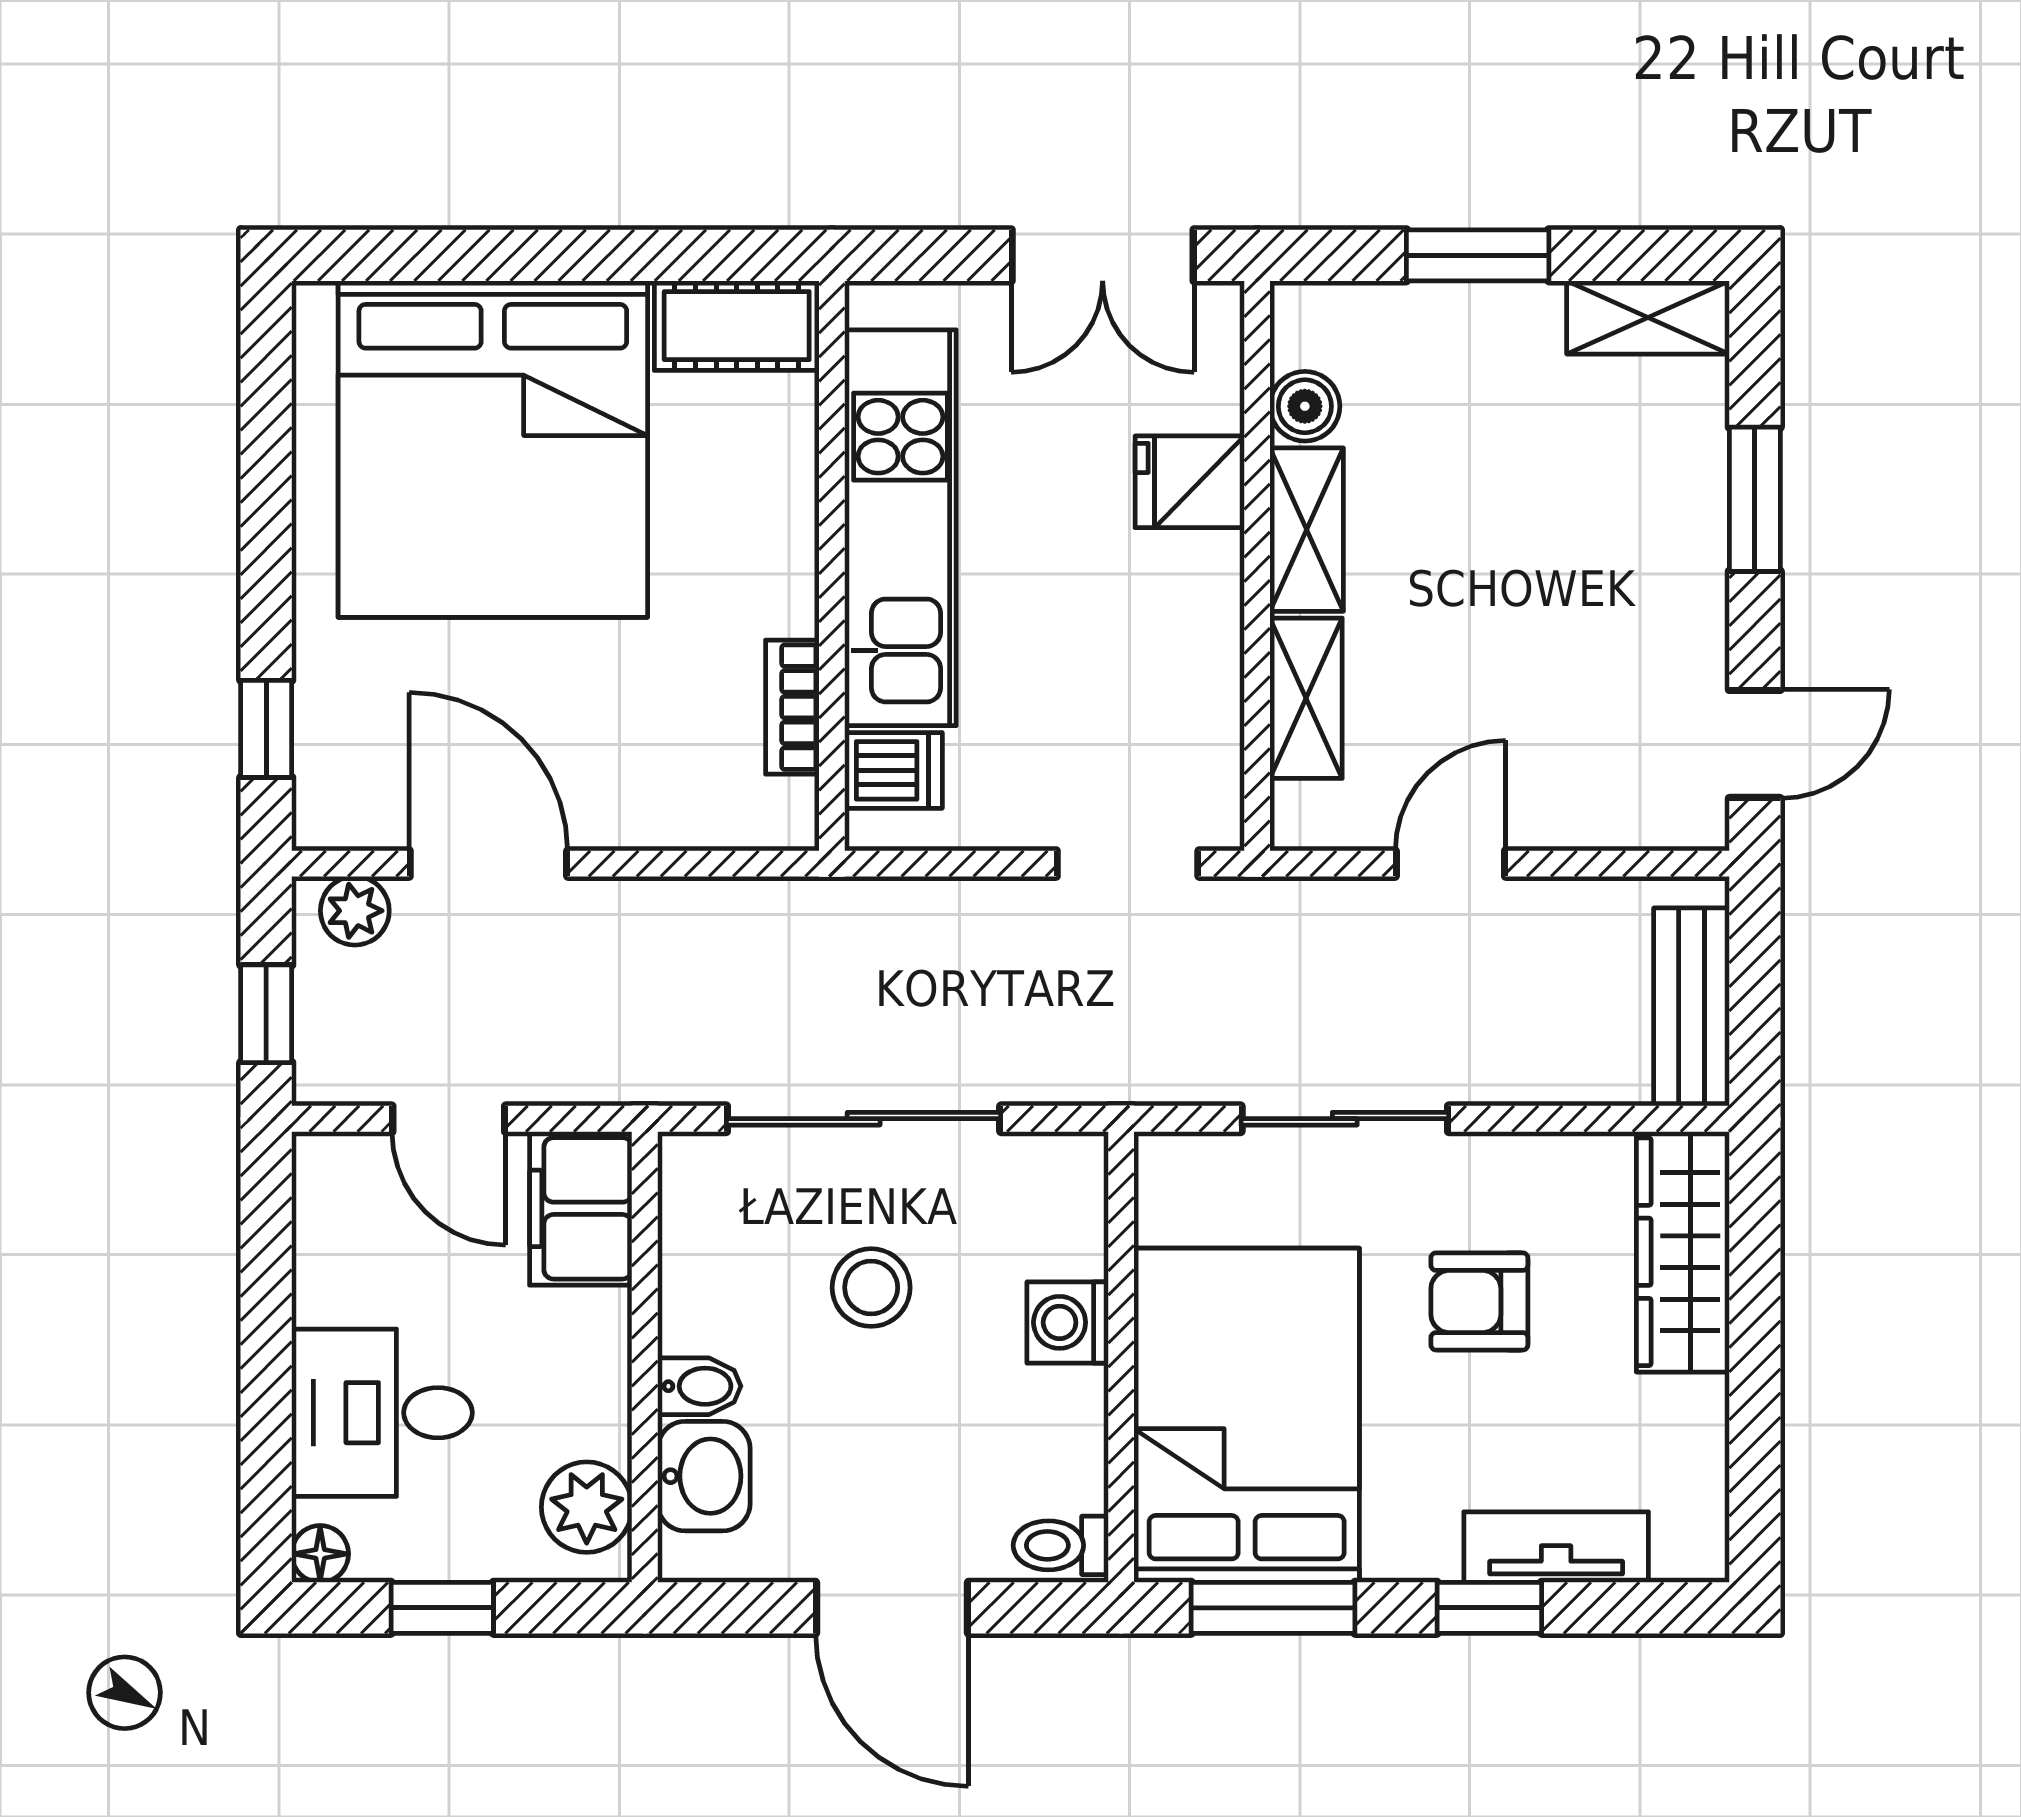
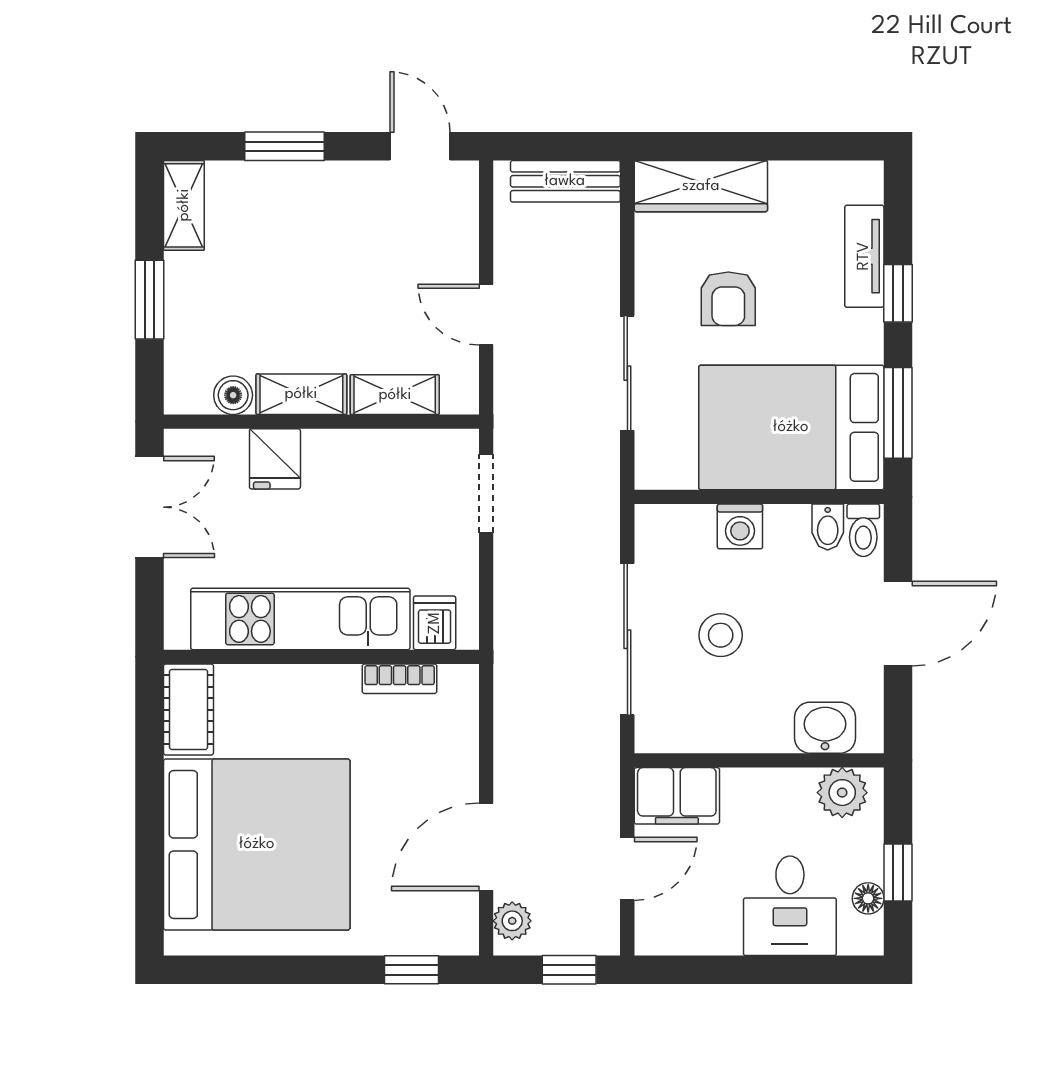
bidet: (699, 1386) -> (828, 527), moved, turned 180
floor lamp: (320, 1554) -> (868, 898), moved

